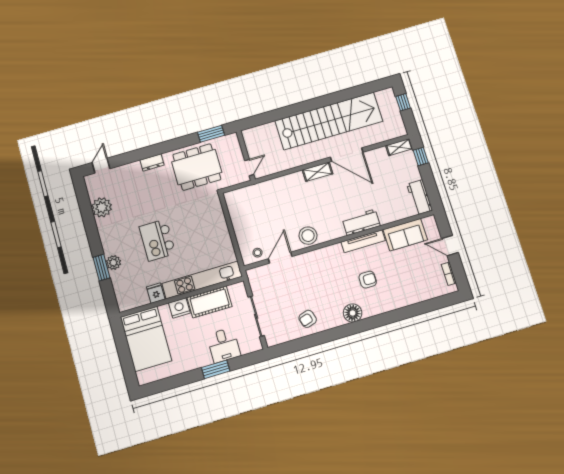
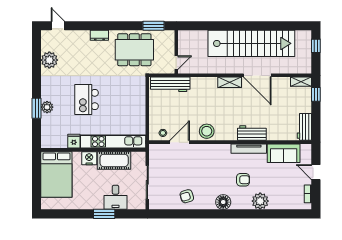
door: (101, 166) -> (58, 26), hinge flipped
workbench: (250, 194) -> (170, 84), added
plant: (396, 299) -> (260, 201), added

